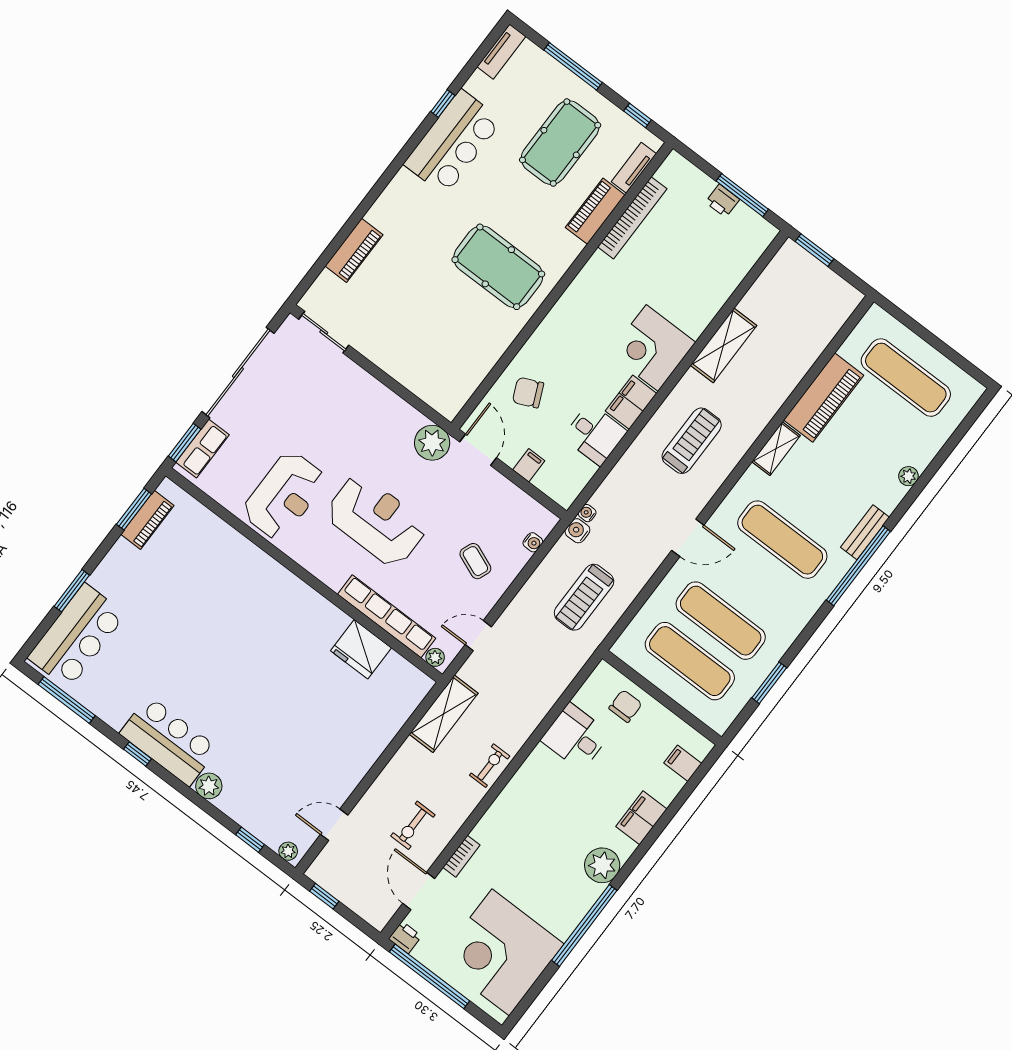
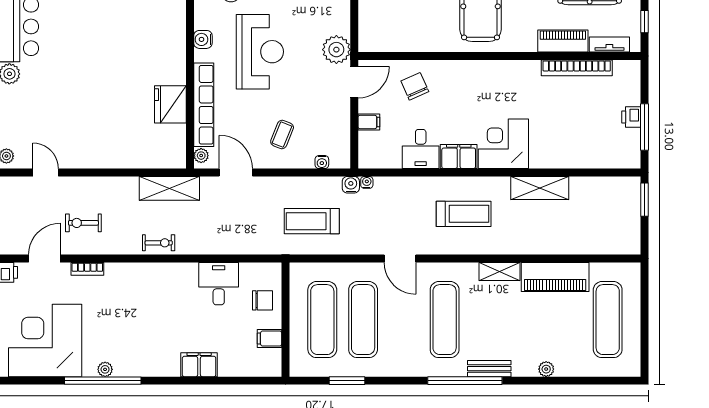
water cooler: (321, 568) -> (203, 39), added
door: (478, 636) -> (236, 173), width x1.38
filing cabinet: (683, 763) -> (269, 339), moved, turned -90
plant: (602, 865) -> (105, 369), moved, width x0.53, depth x0.53

